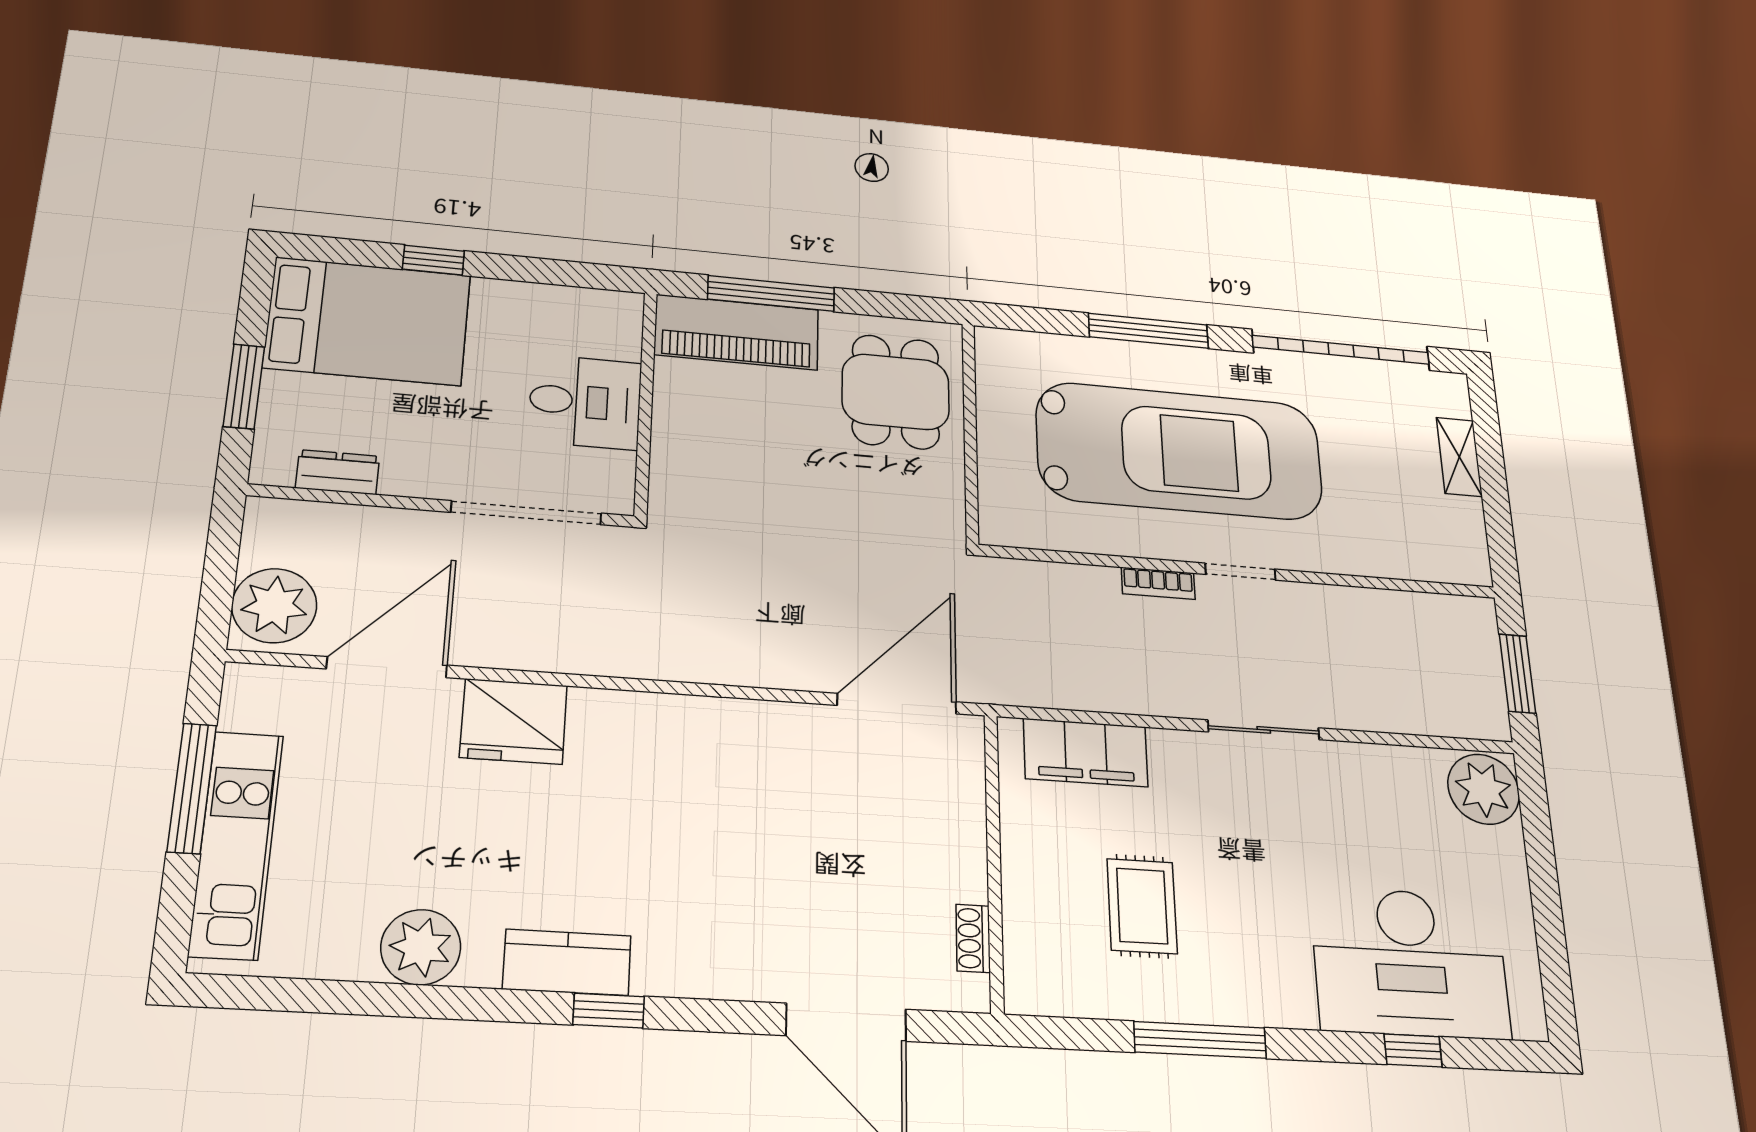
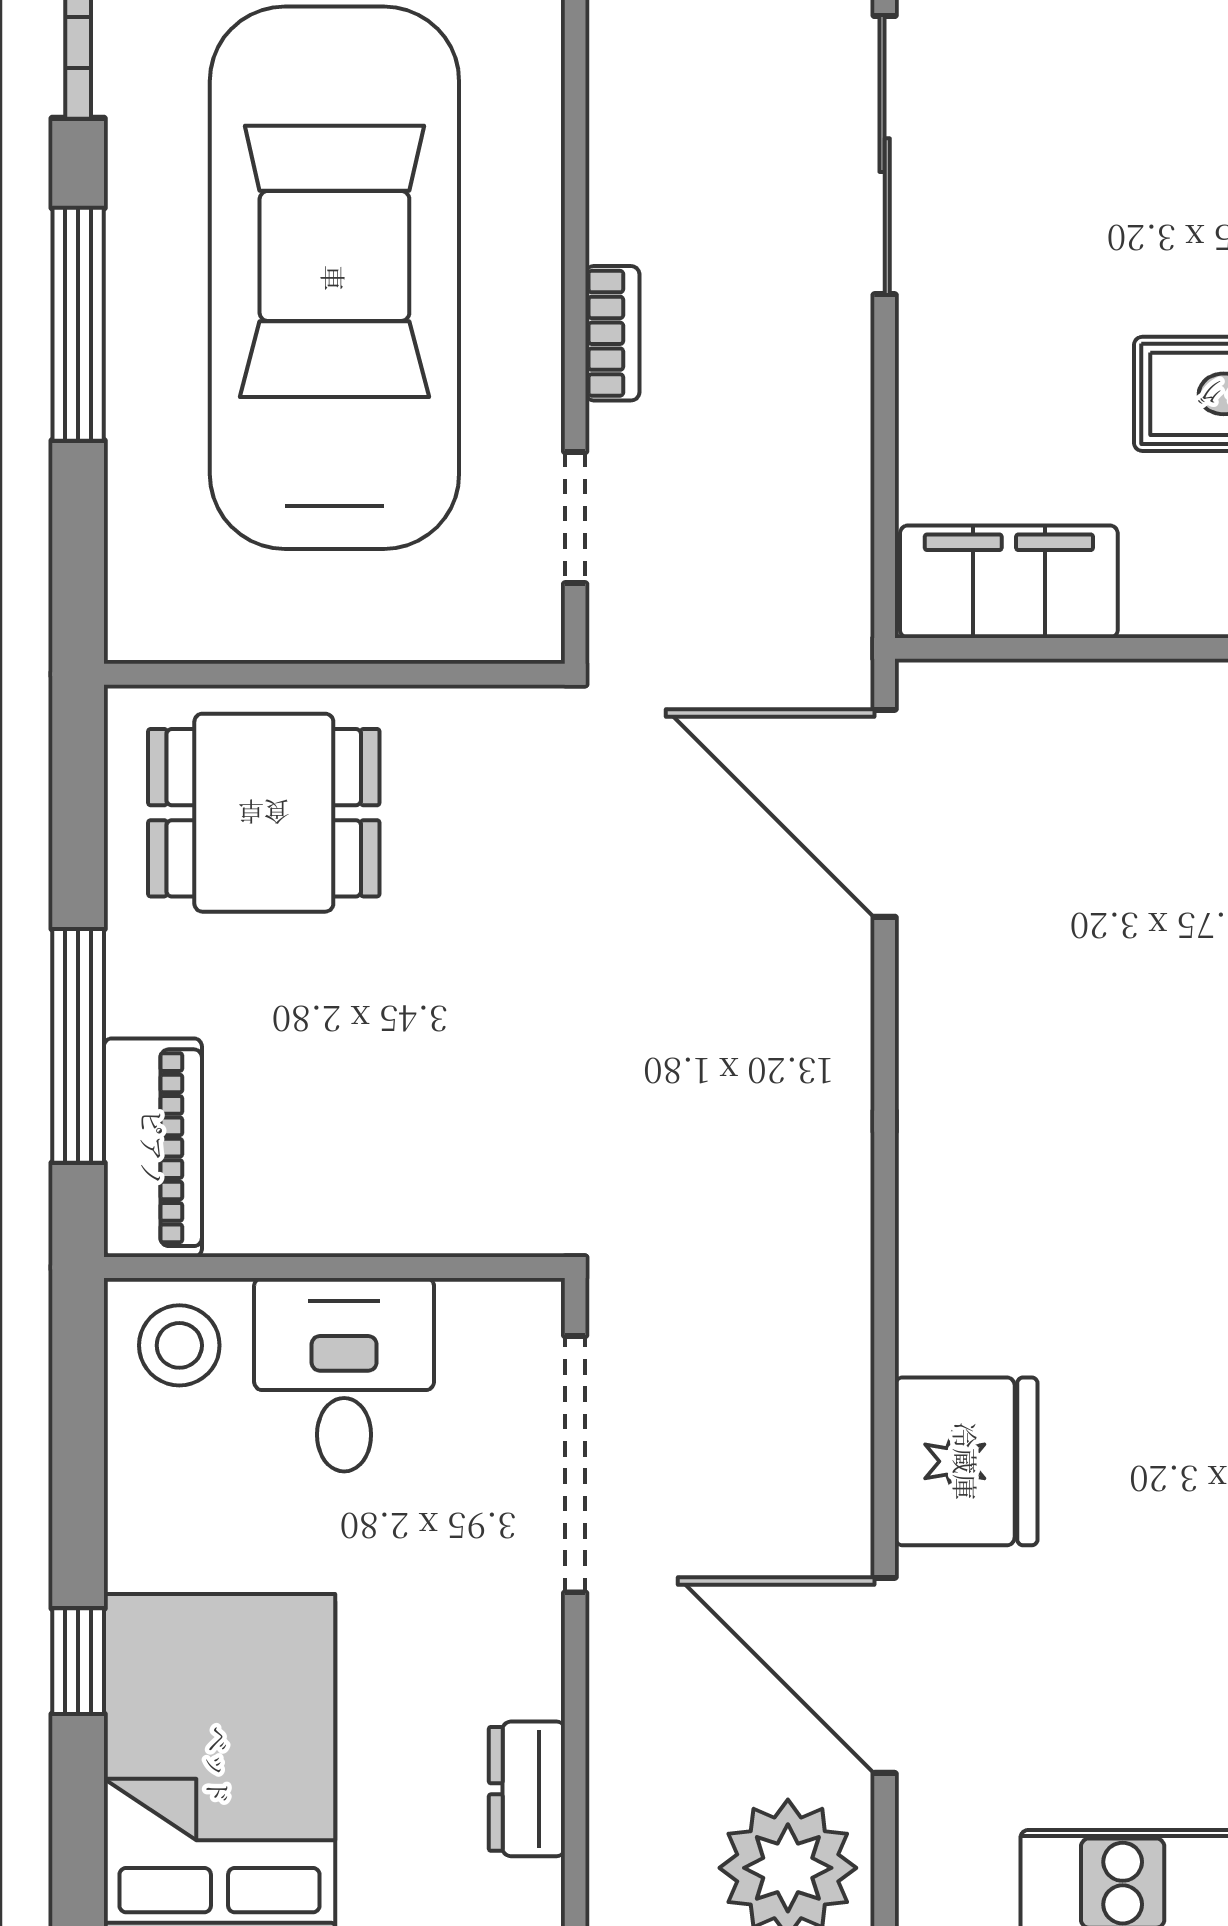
stool: (606, 325) -> (179, 1345), added
piano: (737, 332) -> (153, 1148), width x0.73, depth x0.75
doorway: (1240, 572) -> (575, 518), moved
sliding door: (1264, 730) -> (885, 155), width x1.37
filing cabinet: (1086, 753) -> (1009, 582), moved, turned -90

